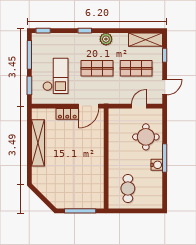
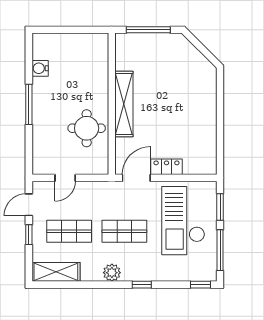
window: (165, 55) -> (29, 235), moved
checkout: (55, 76) -> (183, 221), width x1.36, depth x1.21
round table: (146, 137) -> (87, 128), moved
shelving: (38, 143) -> (124, 104), moved
water cooler: (157, 165) -> (40, 68), moved
cafe table: (128, 188) -> (81, 61), removed

